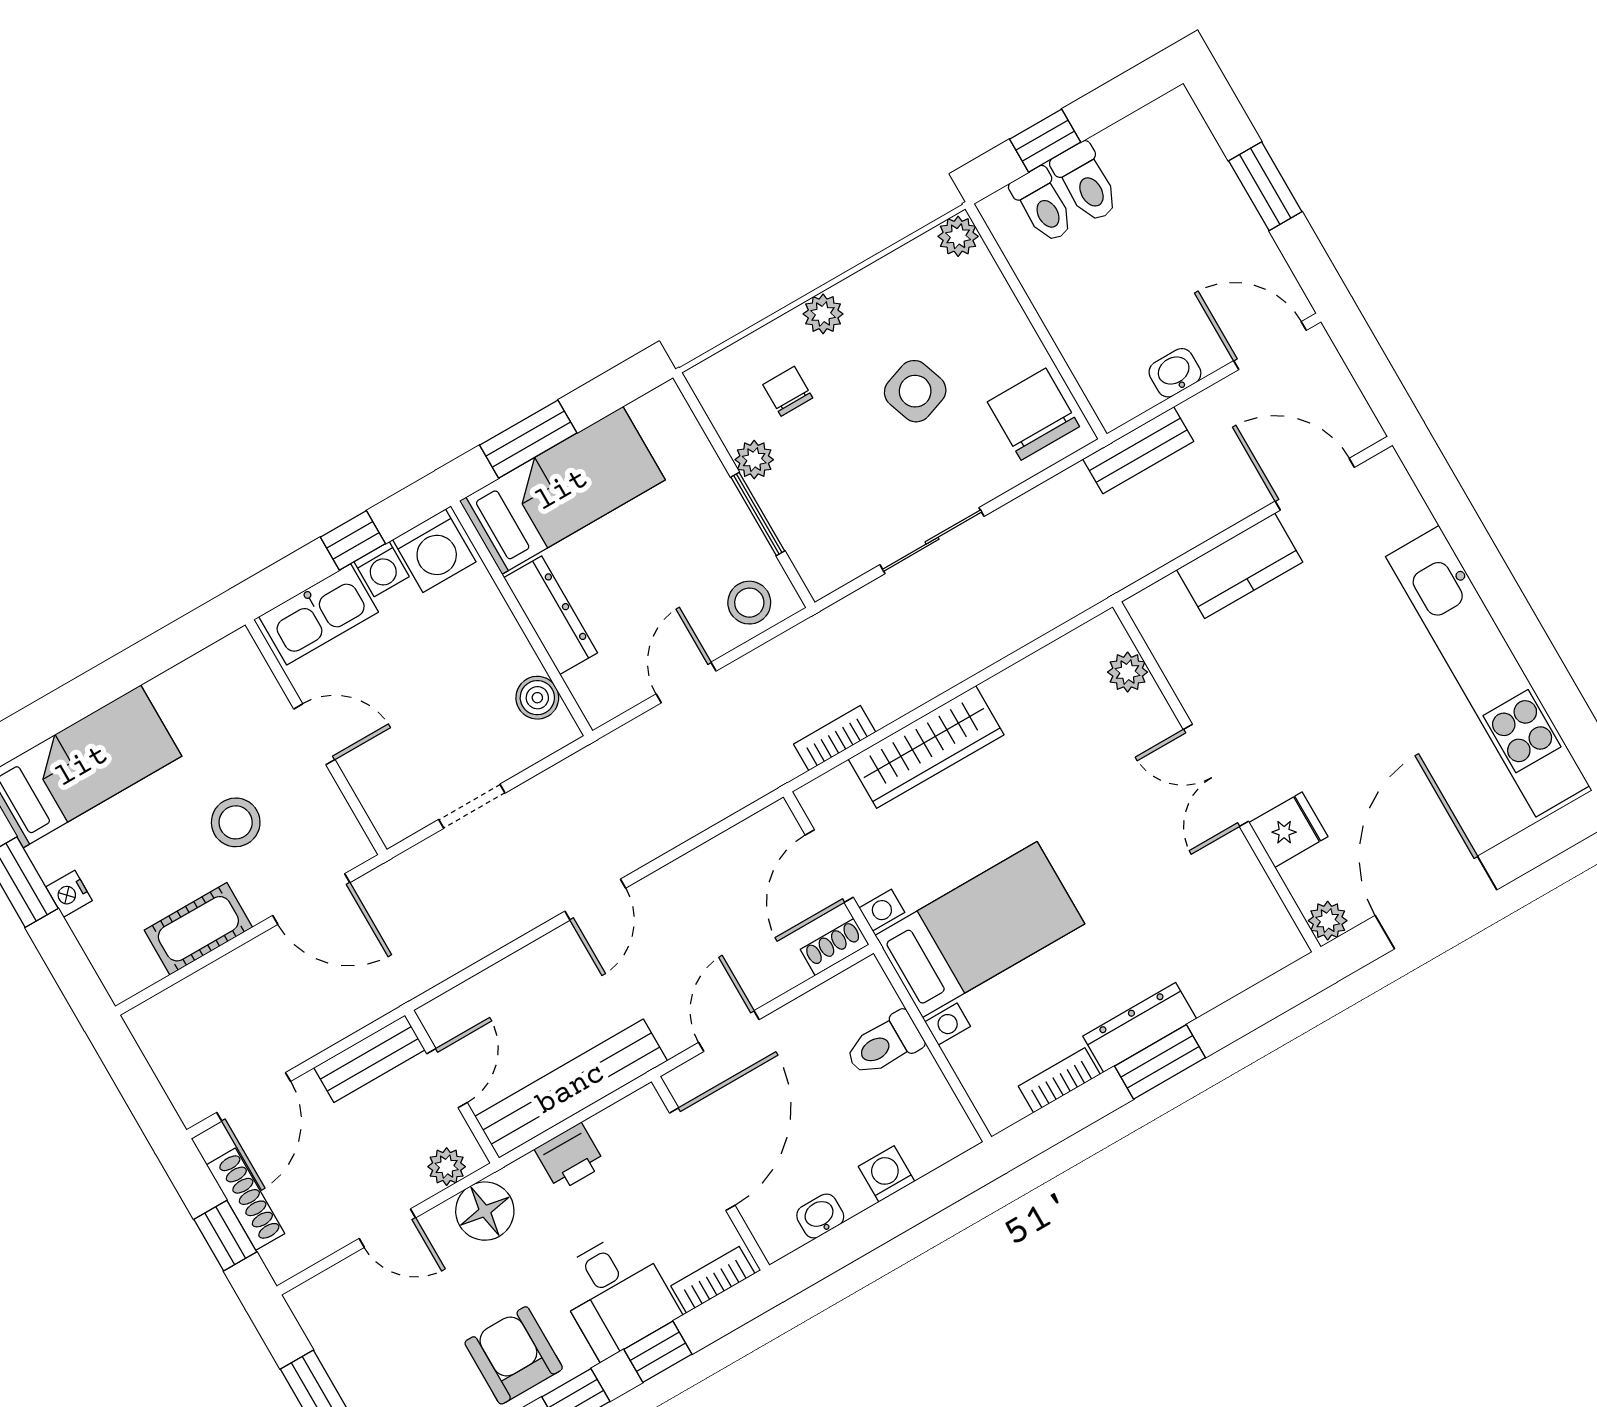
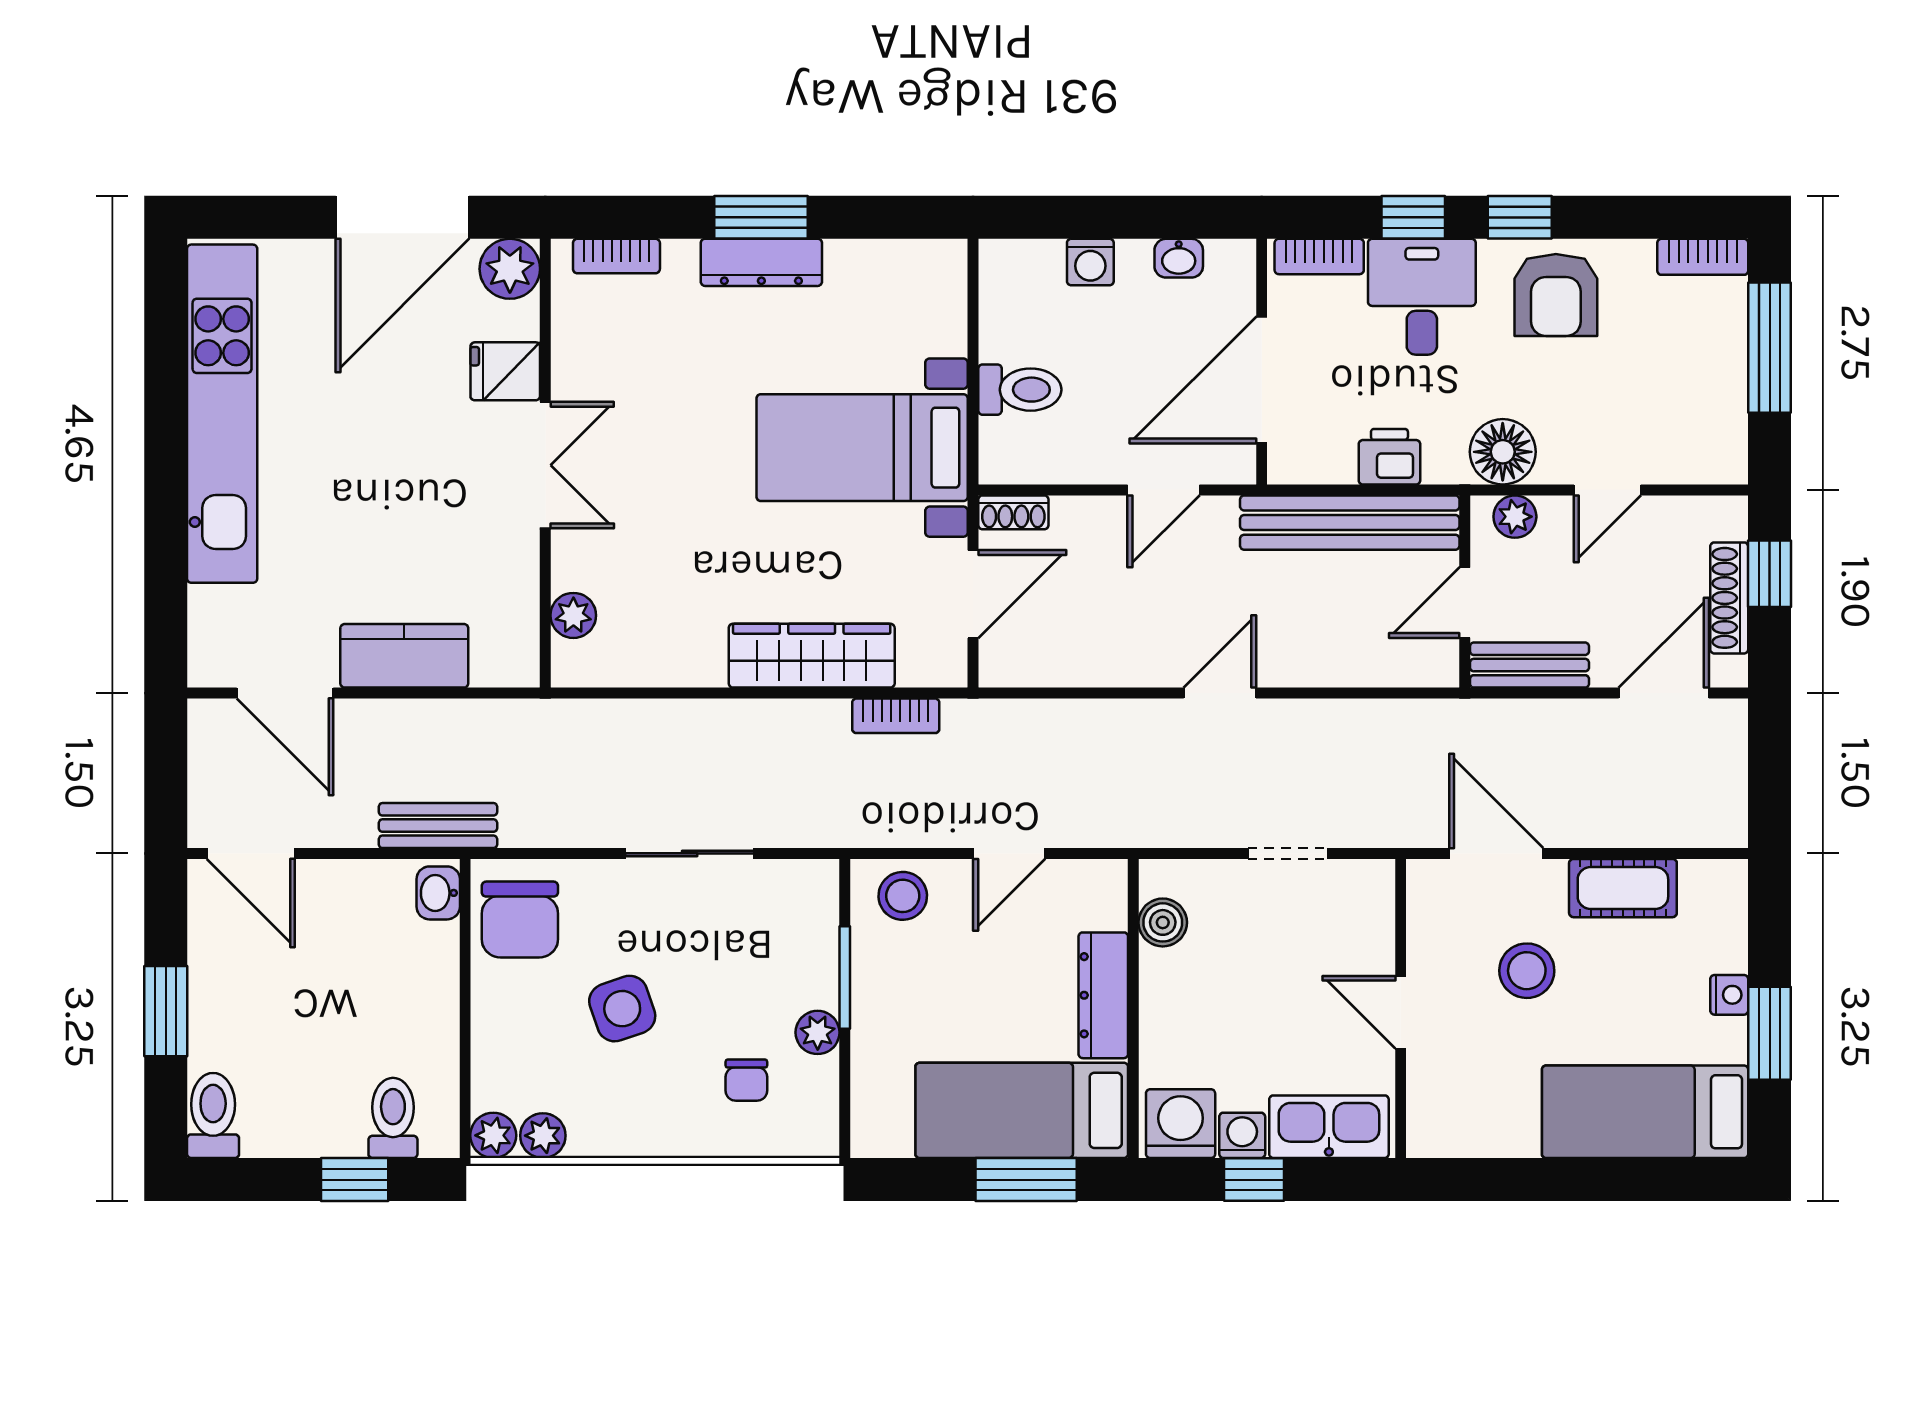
toilet: (1086, 183) -> (213, 1115), moved
plant: (823, 314) -> (543, 1136), moved
washbasin: (1175, 373) -> (438, 893), moved, turned 90
plant: (1328, 921) -> (510, 269), width x1.38, depth x1.38
bookcase: (1059, 1080) -> (616, 256), moved
door: (387, 1228) -> (1607, 490), swing flipped

